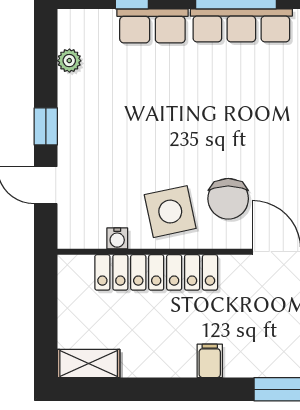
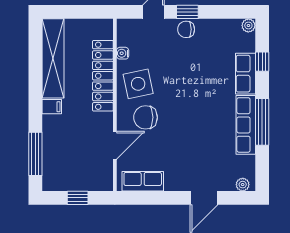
plant: (69, 61) -> (248, 25), moved
chair: (76, 129) -> (186, 29), added
shelving: (89, 364) -> (53, 58), width x2.20, depth x1.33

